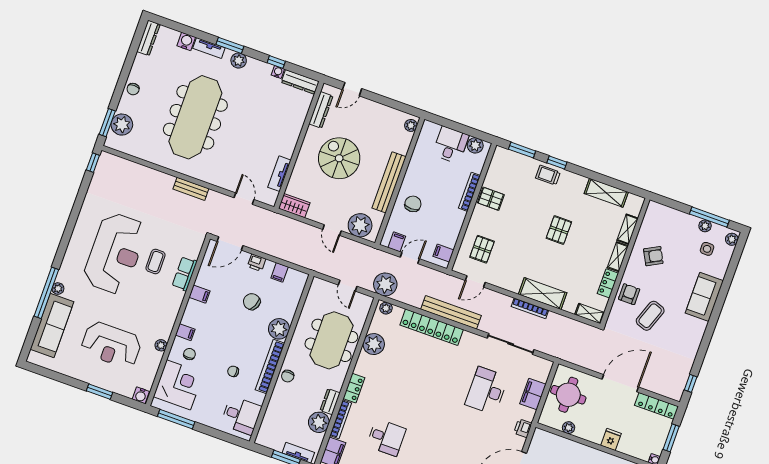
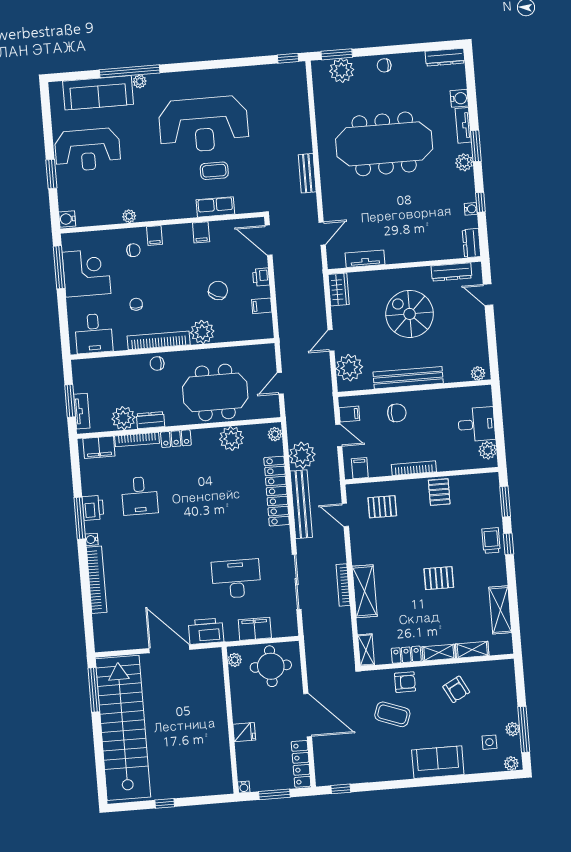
dresser: (300, 82) -> (472, 243), width x0.70
spiral stairs: (339, 158) -> (410, 314), turned -90
bookcase: (469, 192) -> (414, 468), moved
plant: (385, 284) -> (302, 455), moved
reception desk: (111, 345) -> (88, 150), moved, turned -90
corner desk: (179, 385) -> (86, 273), moved, turned -90
printer: (523, 428) -> (206, 631), width x1.87, depth x1.48
plant: (569, 428) -> (235, 660), moved

